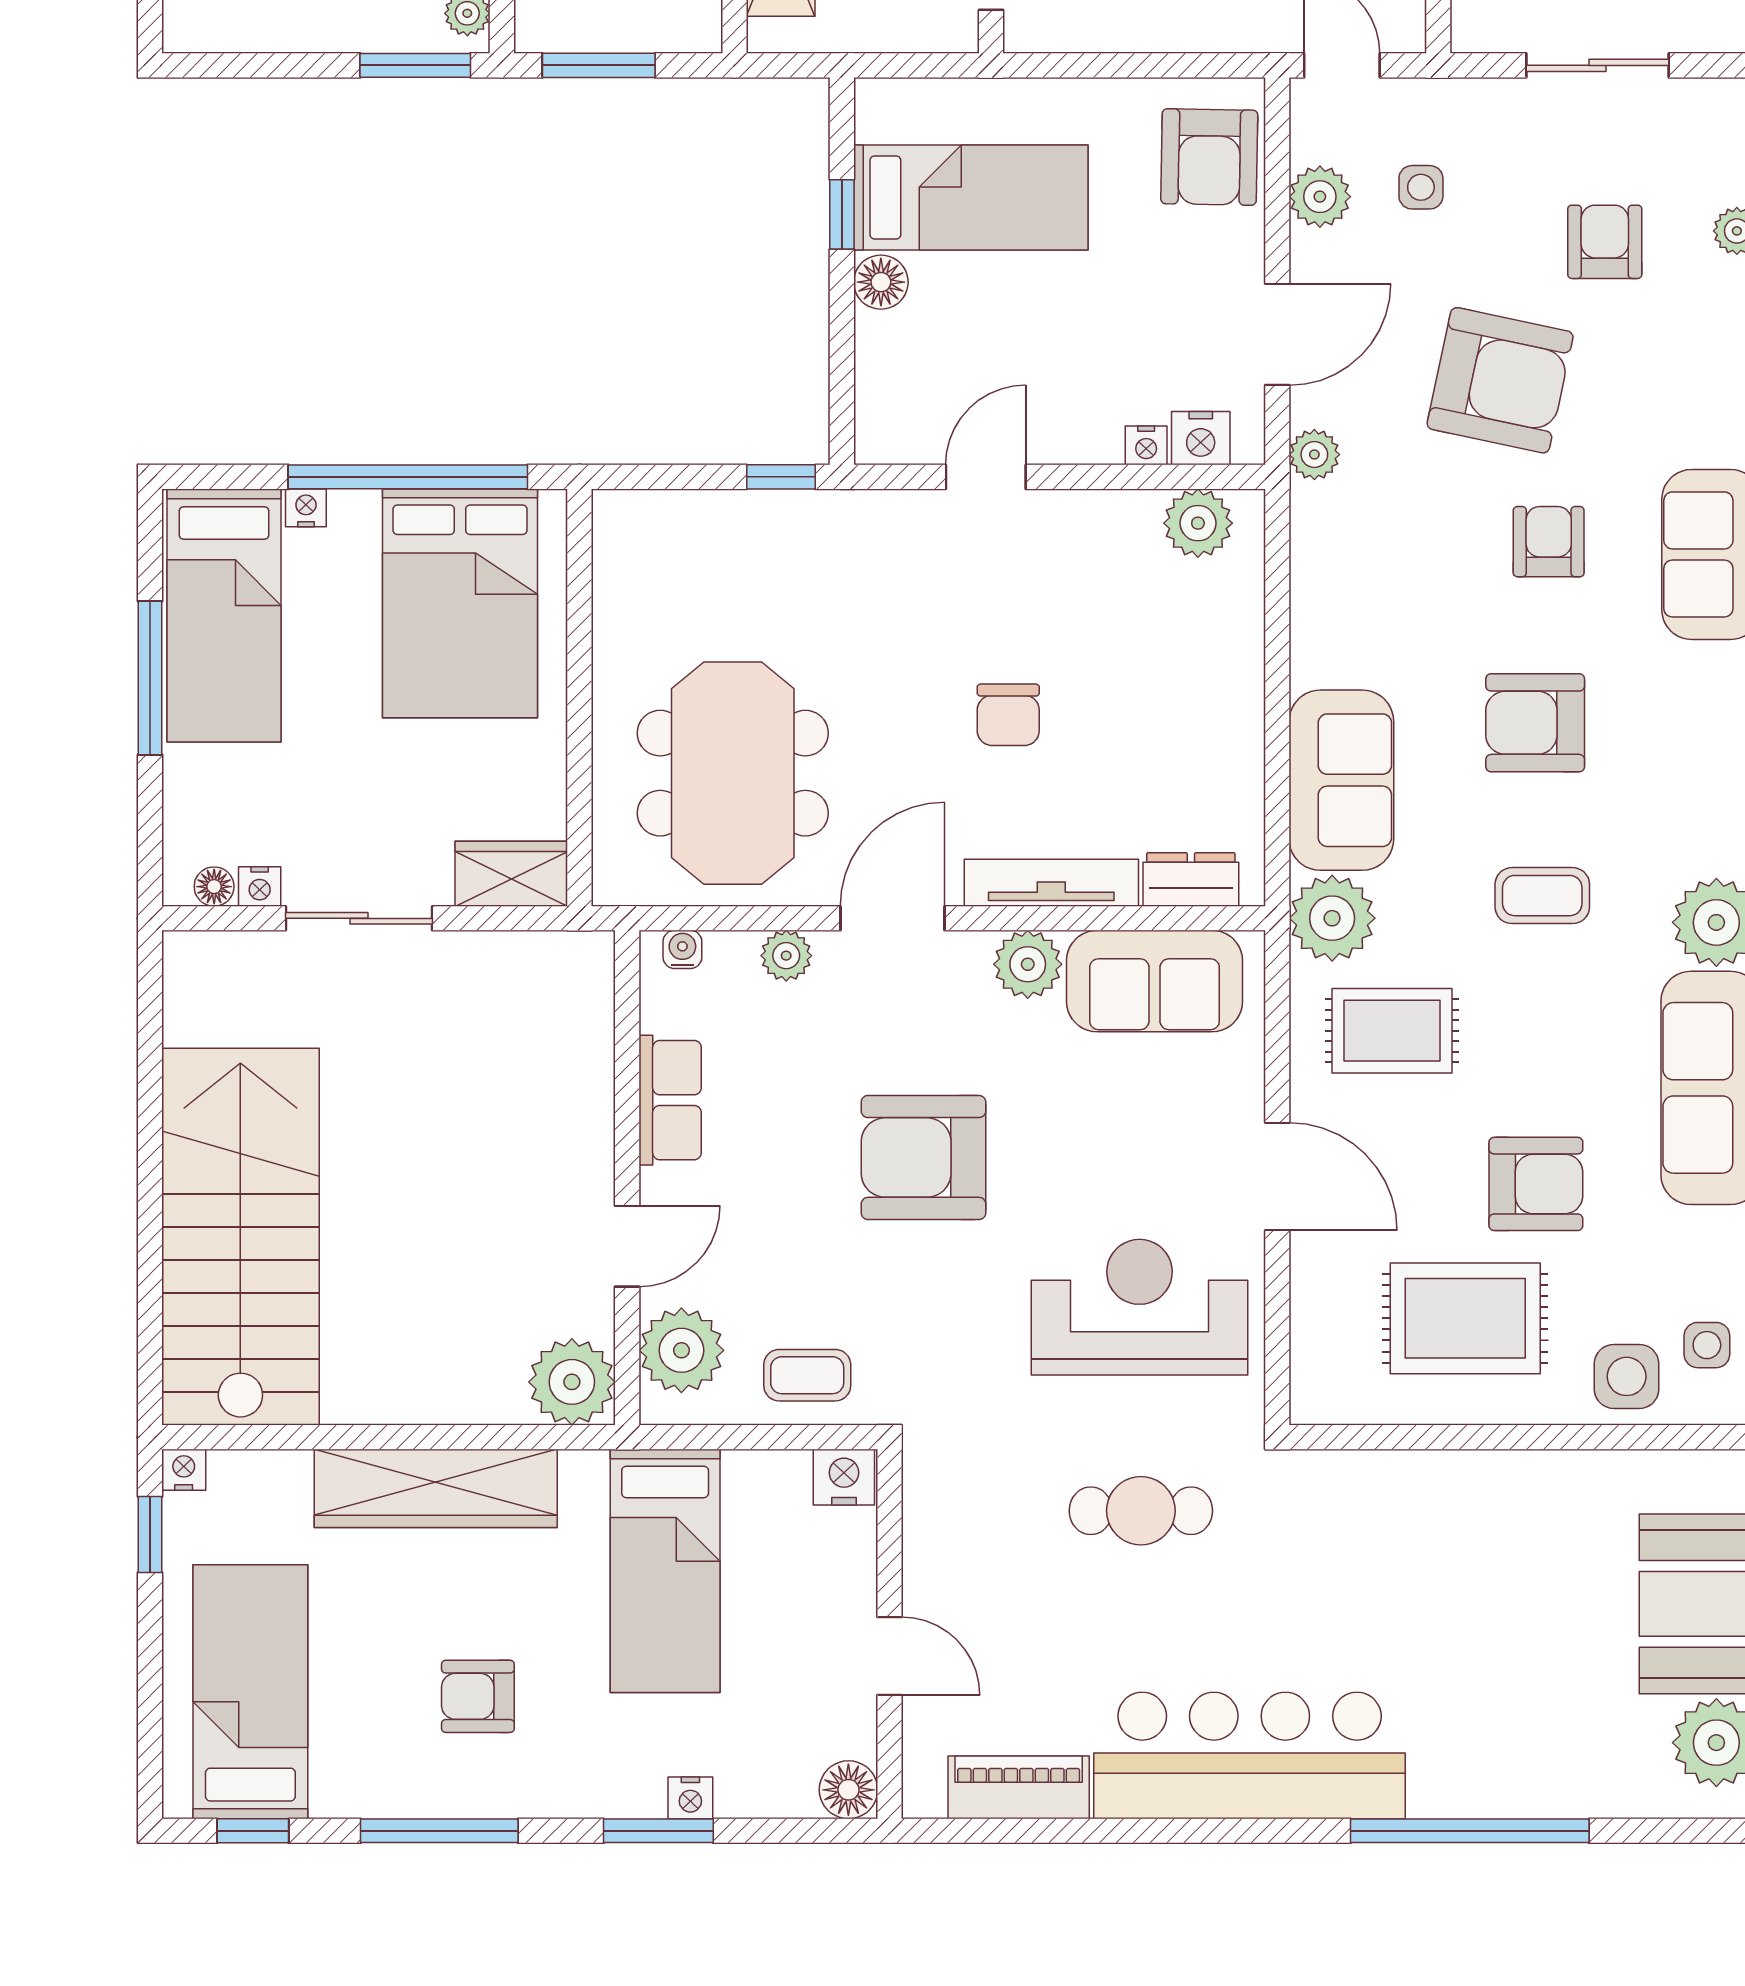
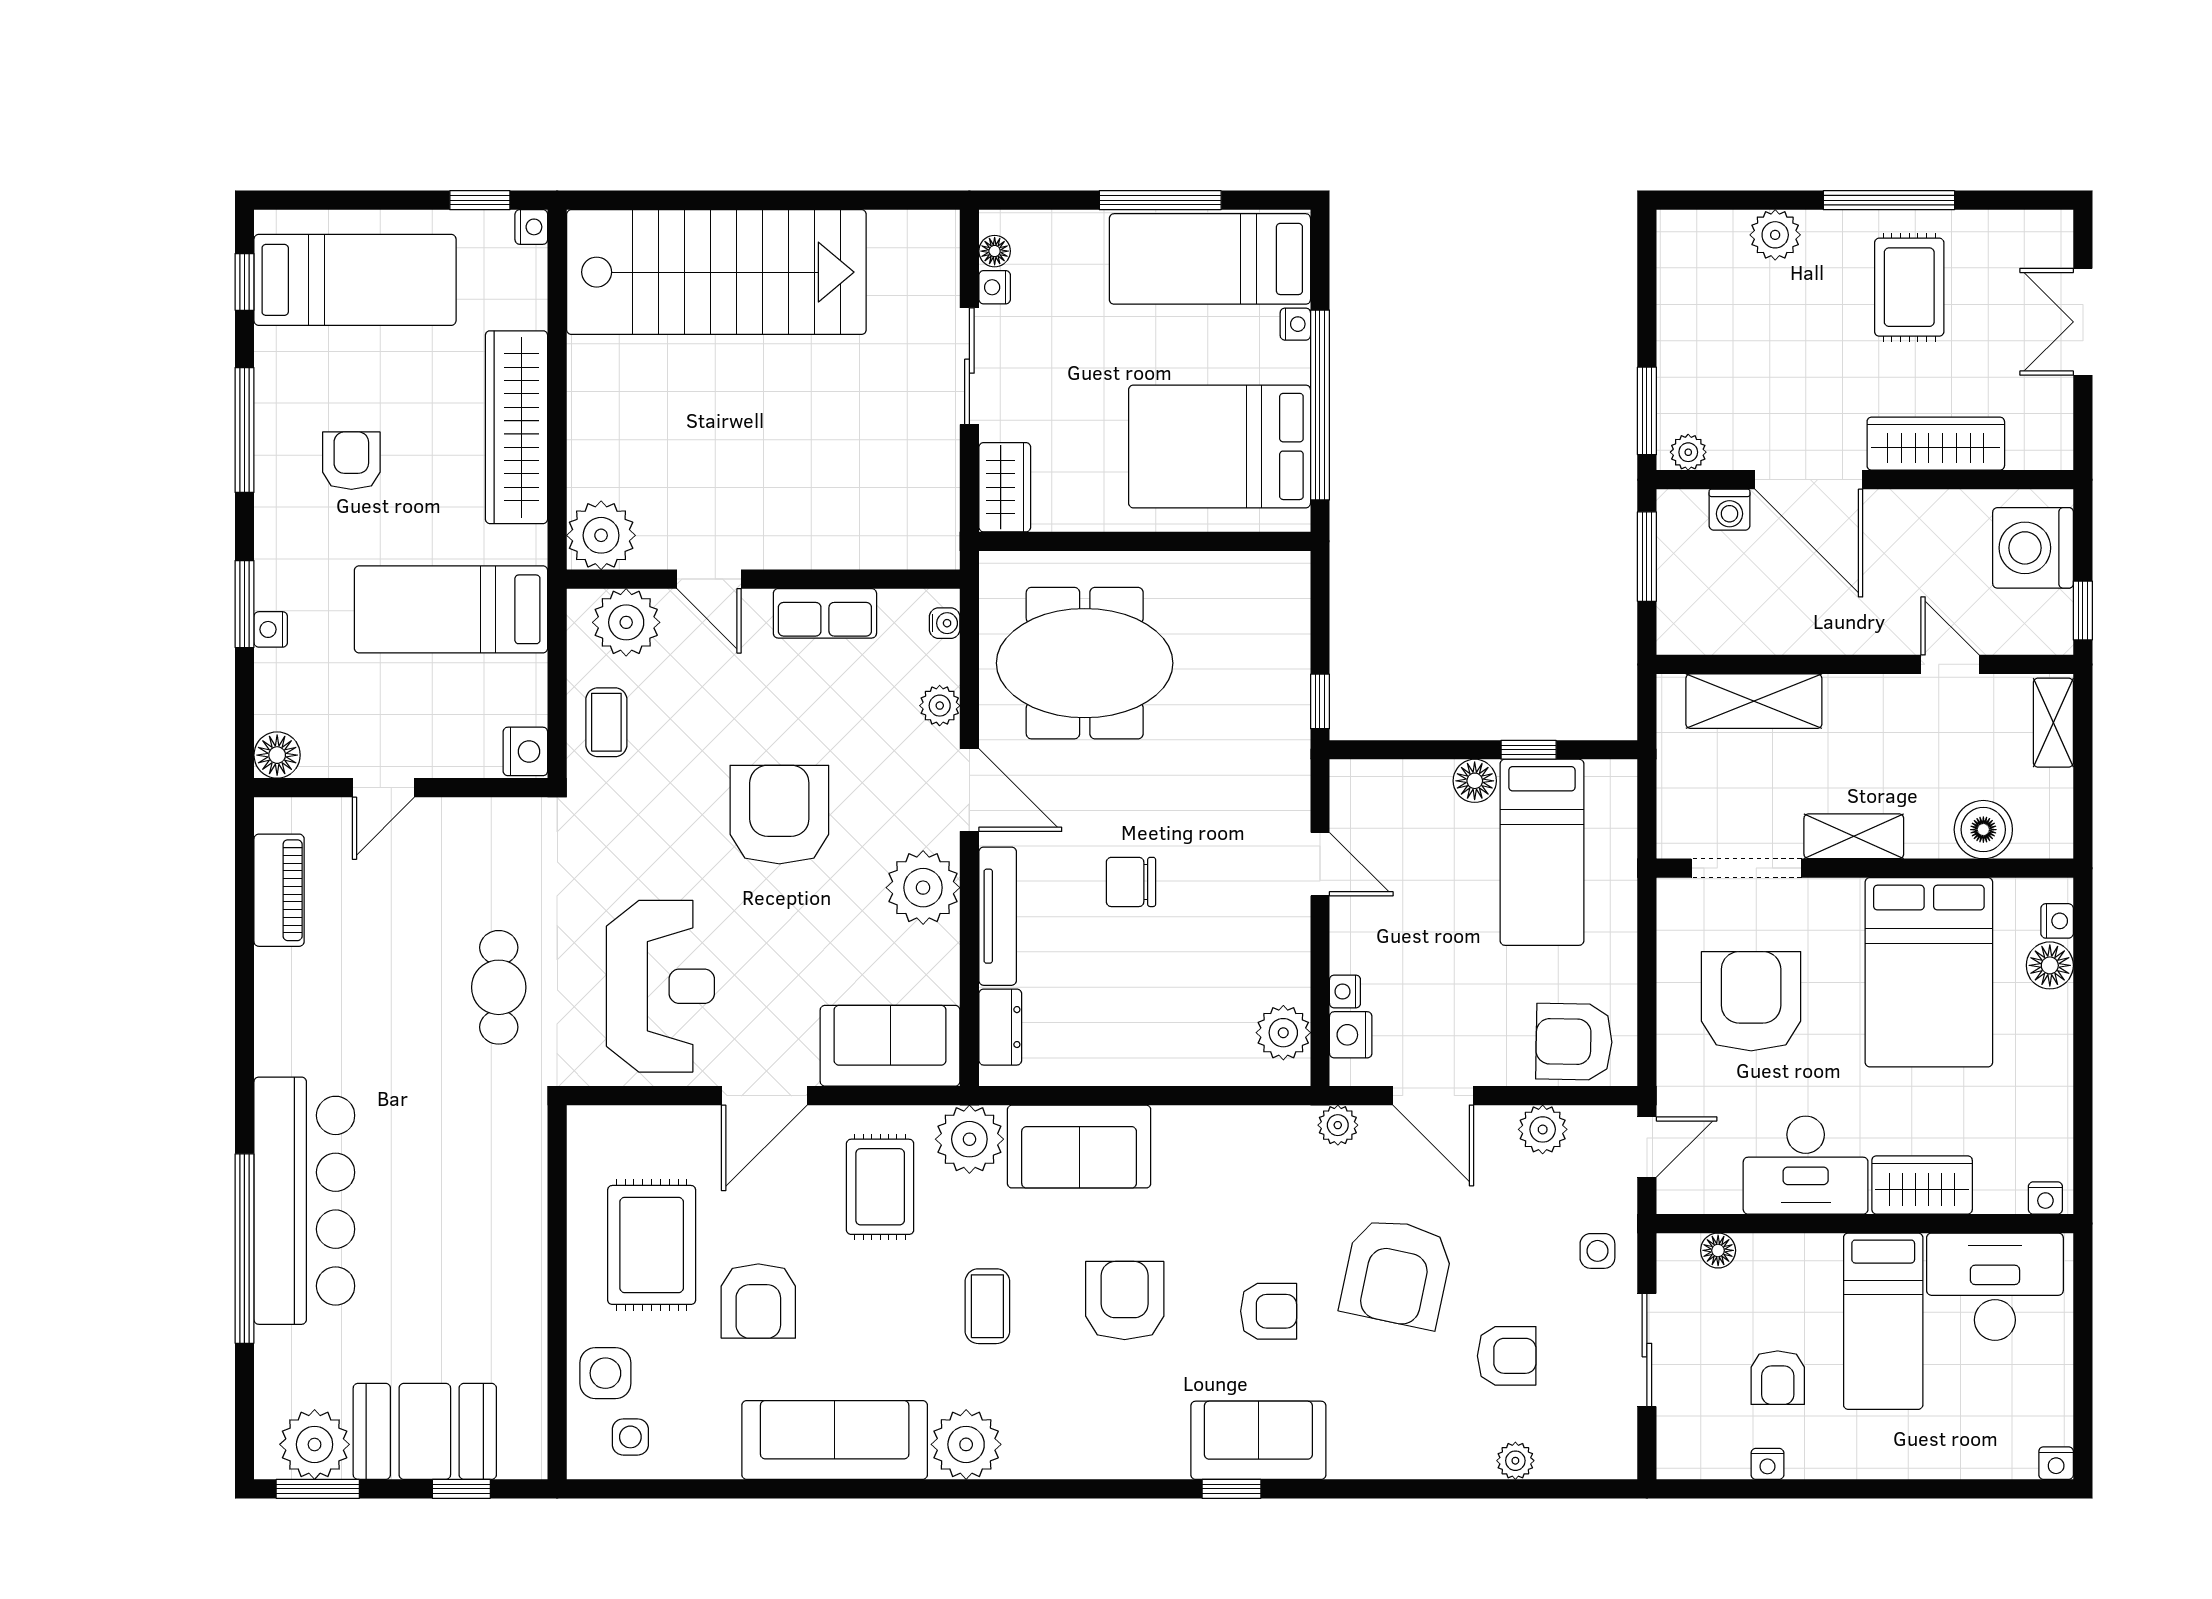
side table: (1421, 187) -> (1597, 1251), moved
plant: (1028, 964) -> (923, 888), width x1.36, depth x1.36
sofa: (1155, 981) -> (890, 1046), moved, turned 90
bar counter: (1250, 1755) -> (304, 1201), moved

